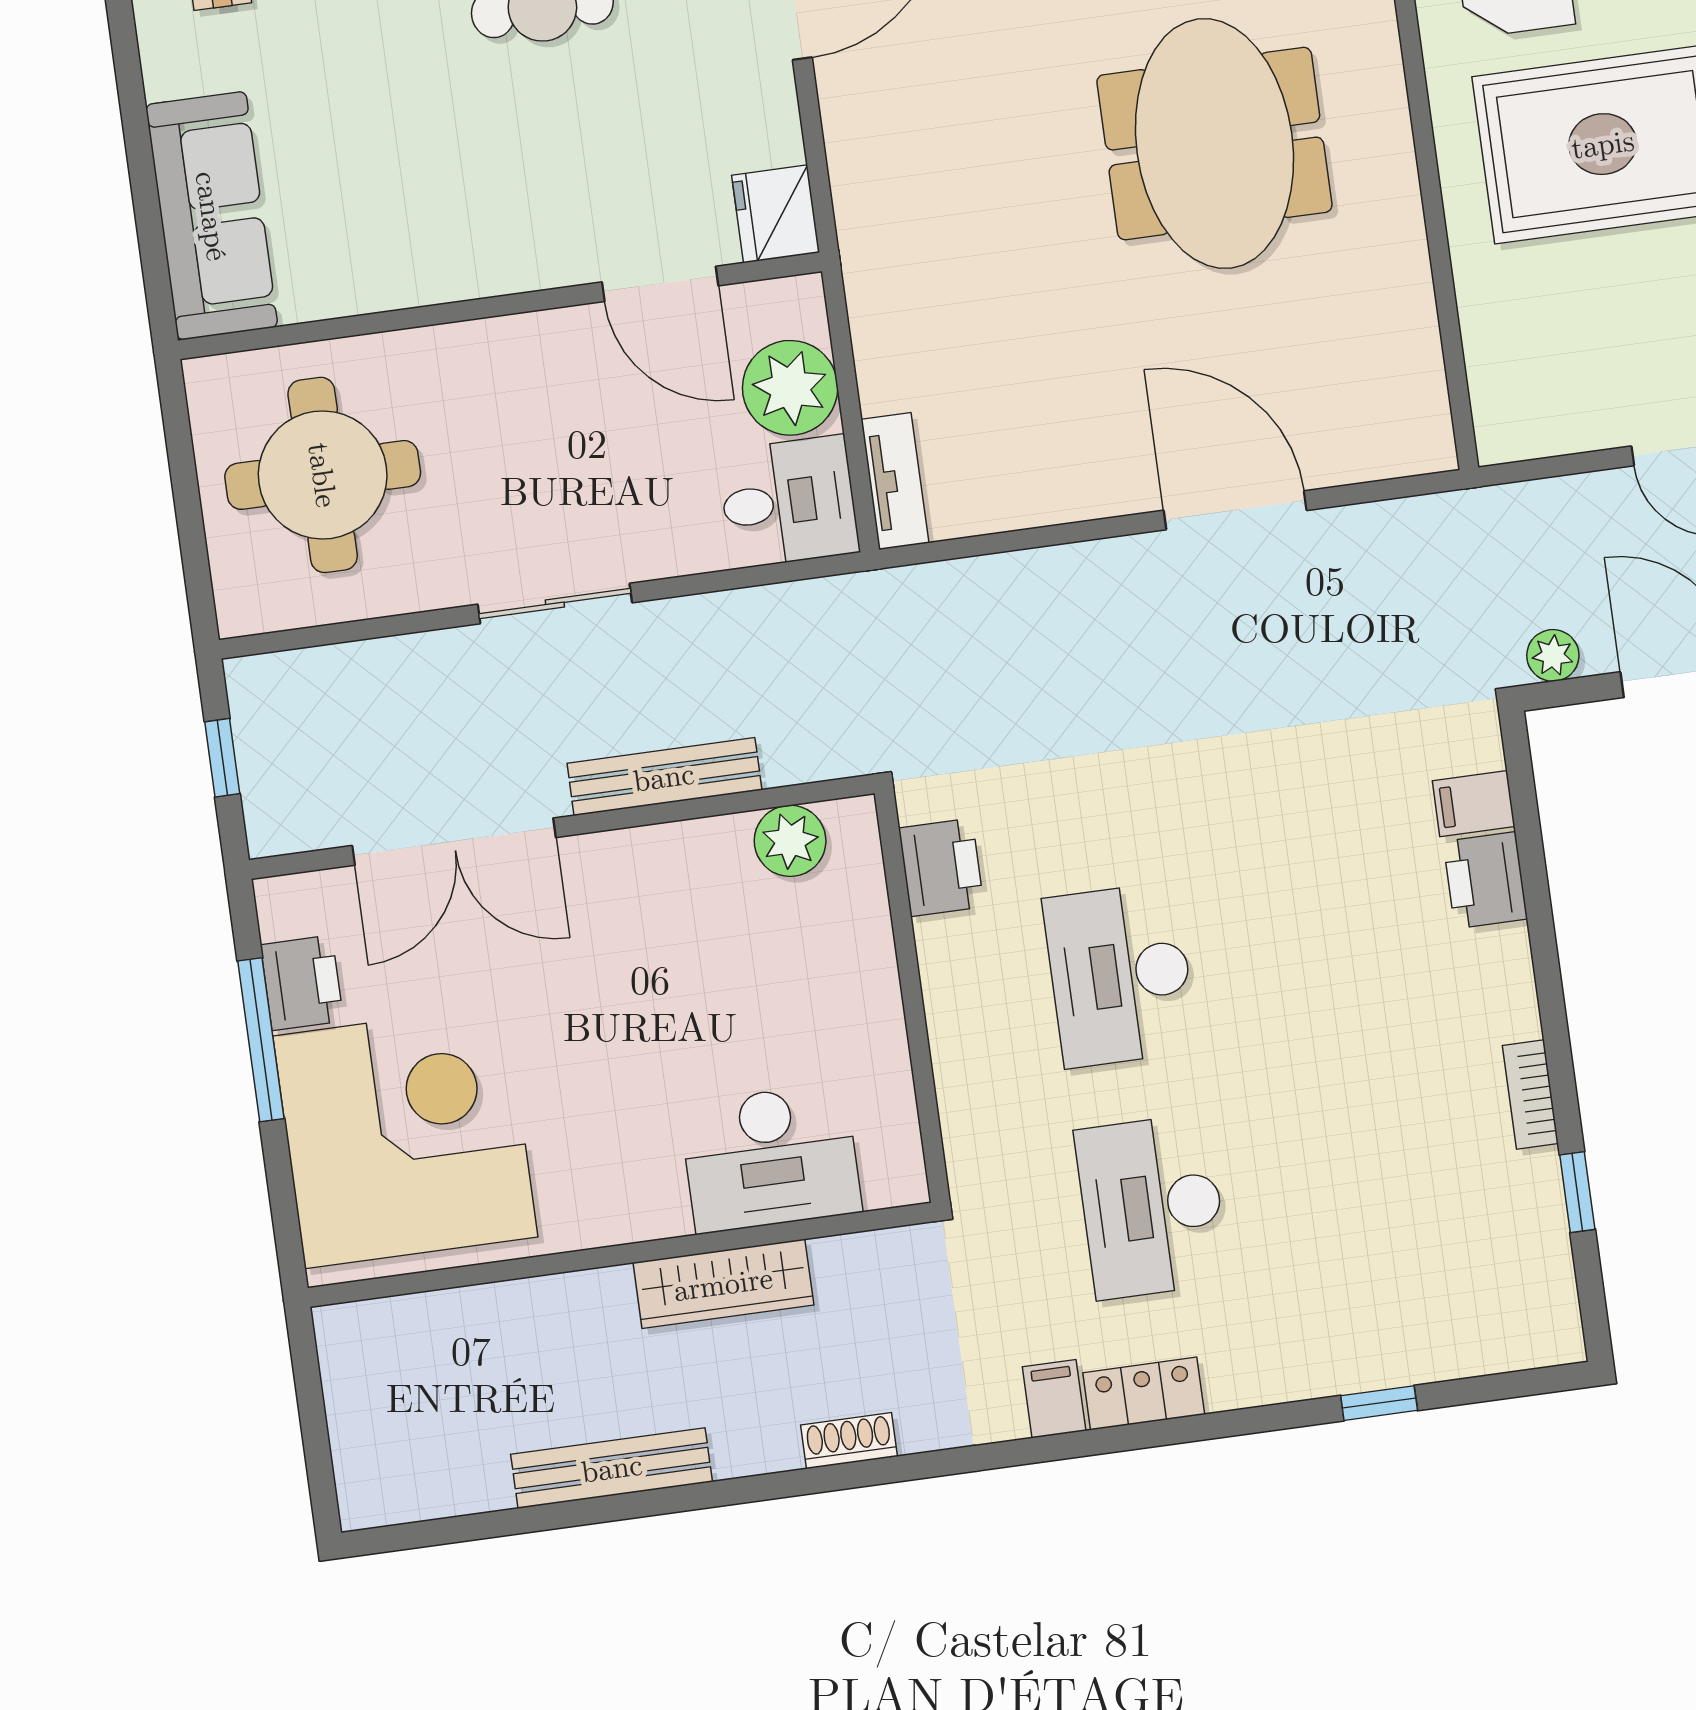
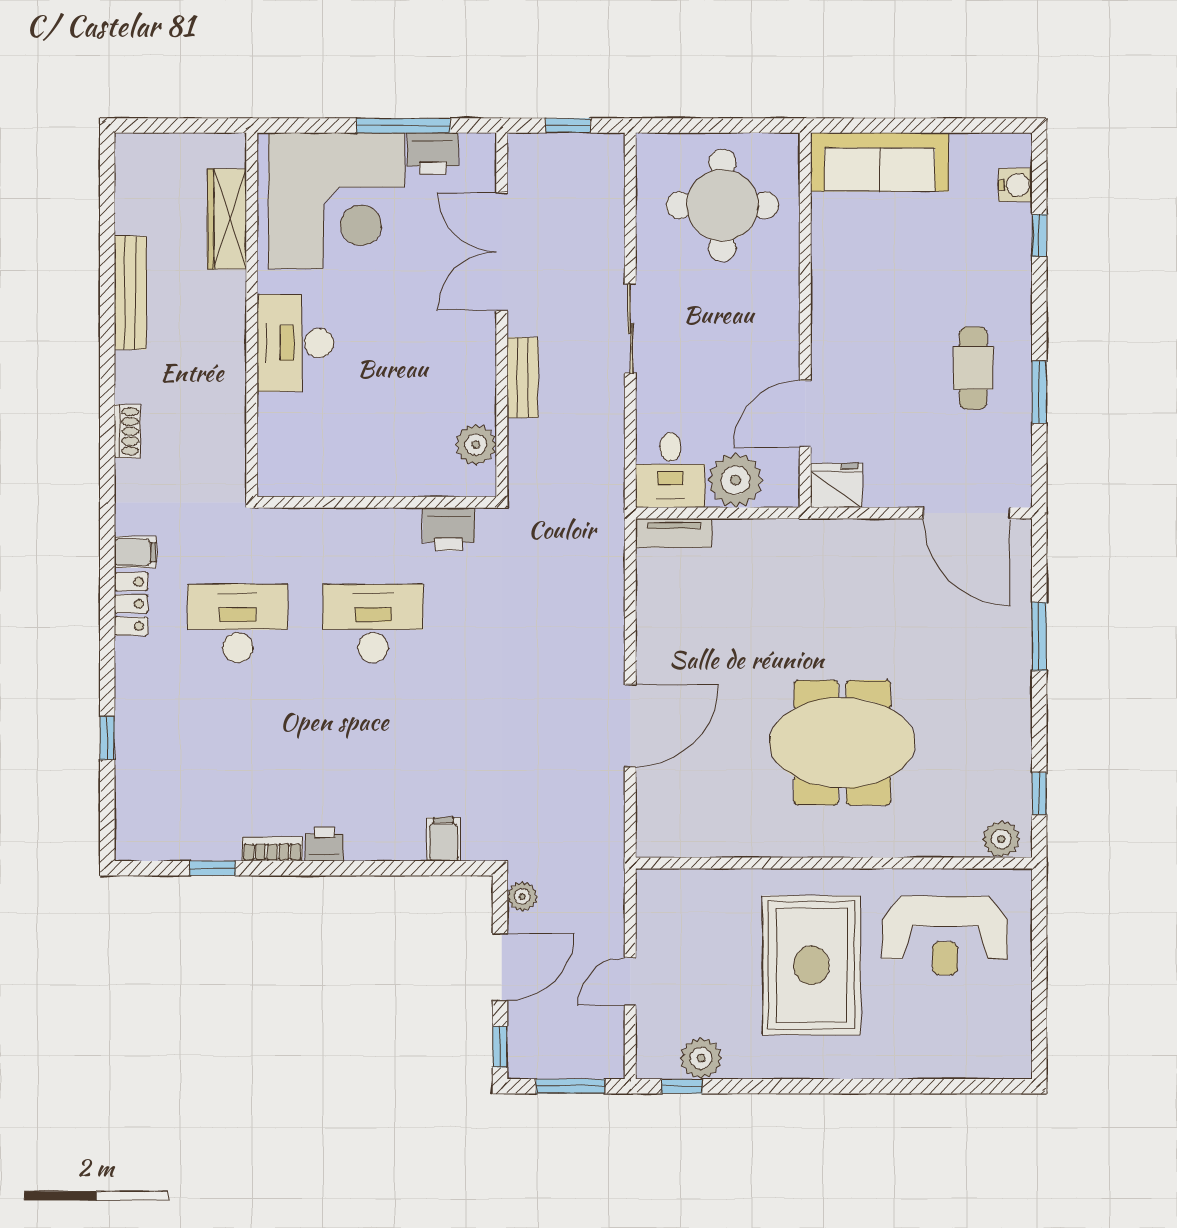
bench: (664, 777) -> (522, 378), width x0.73
printer: (1485, 880) -> (324, 844), moved, width x0.73, depth x0.81
desk: (771, 1158) -> (295, 343), moved
wardrobe: (723, 1284) -> (227, 219), moved

